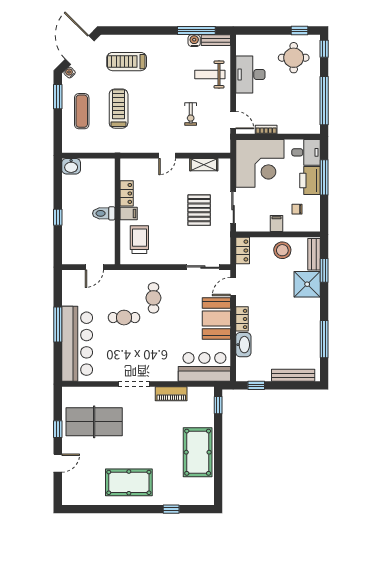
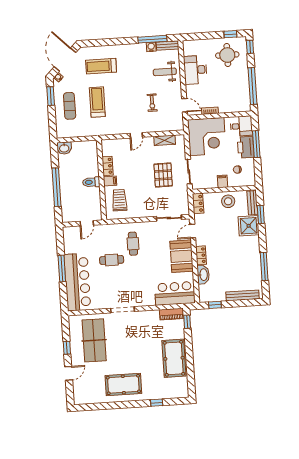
window: (58, 217) -> (57, 187), width x3.17
piano: (171, 394) -> (172, 314), moved
table tennis table: (94, 422) -> (94, 340), turned 90

